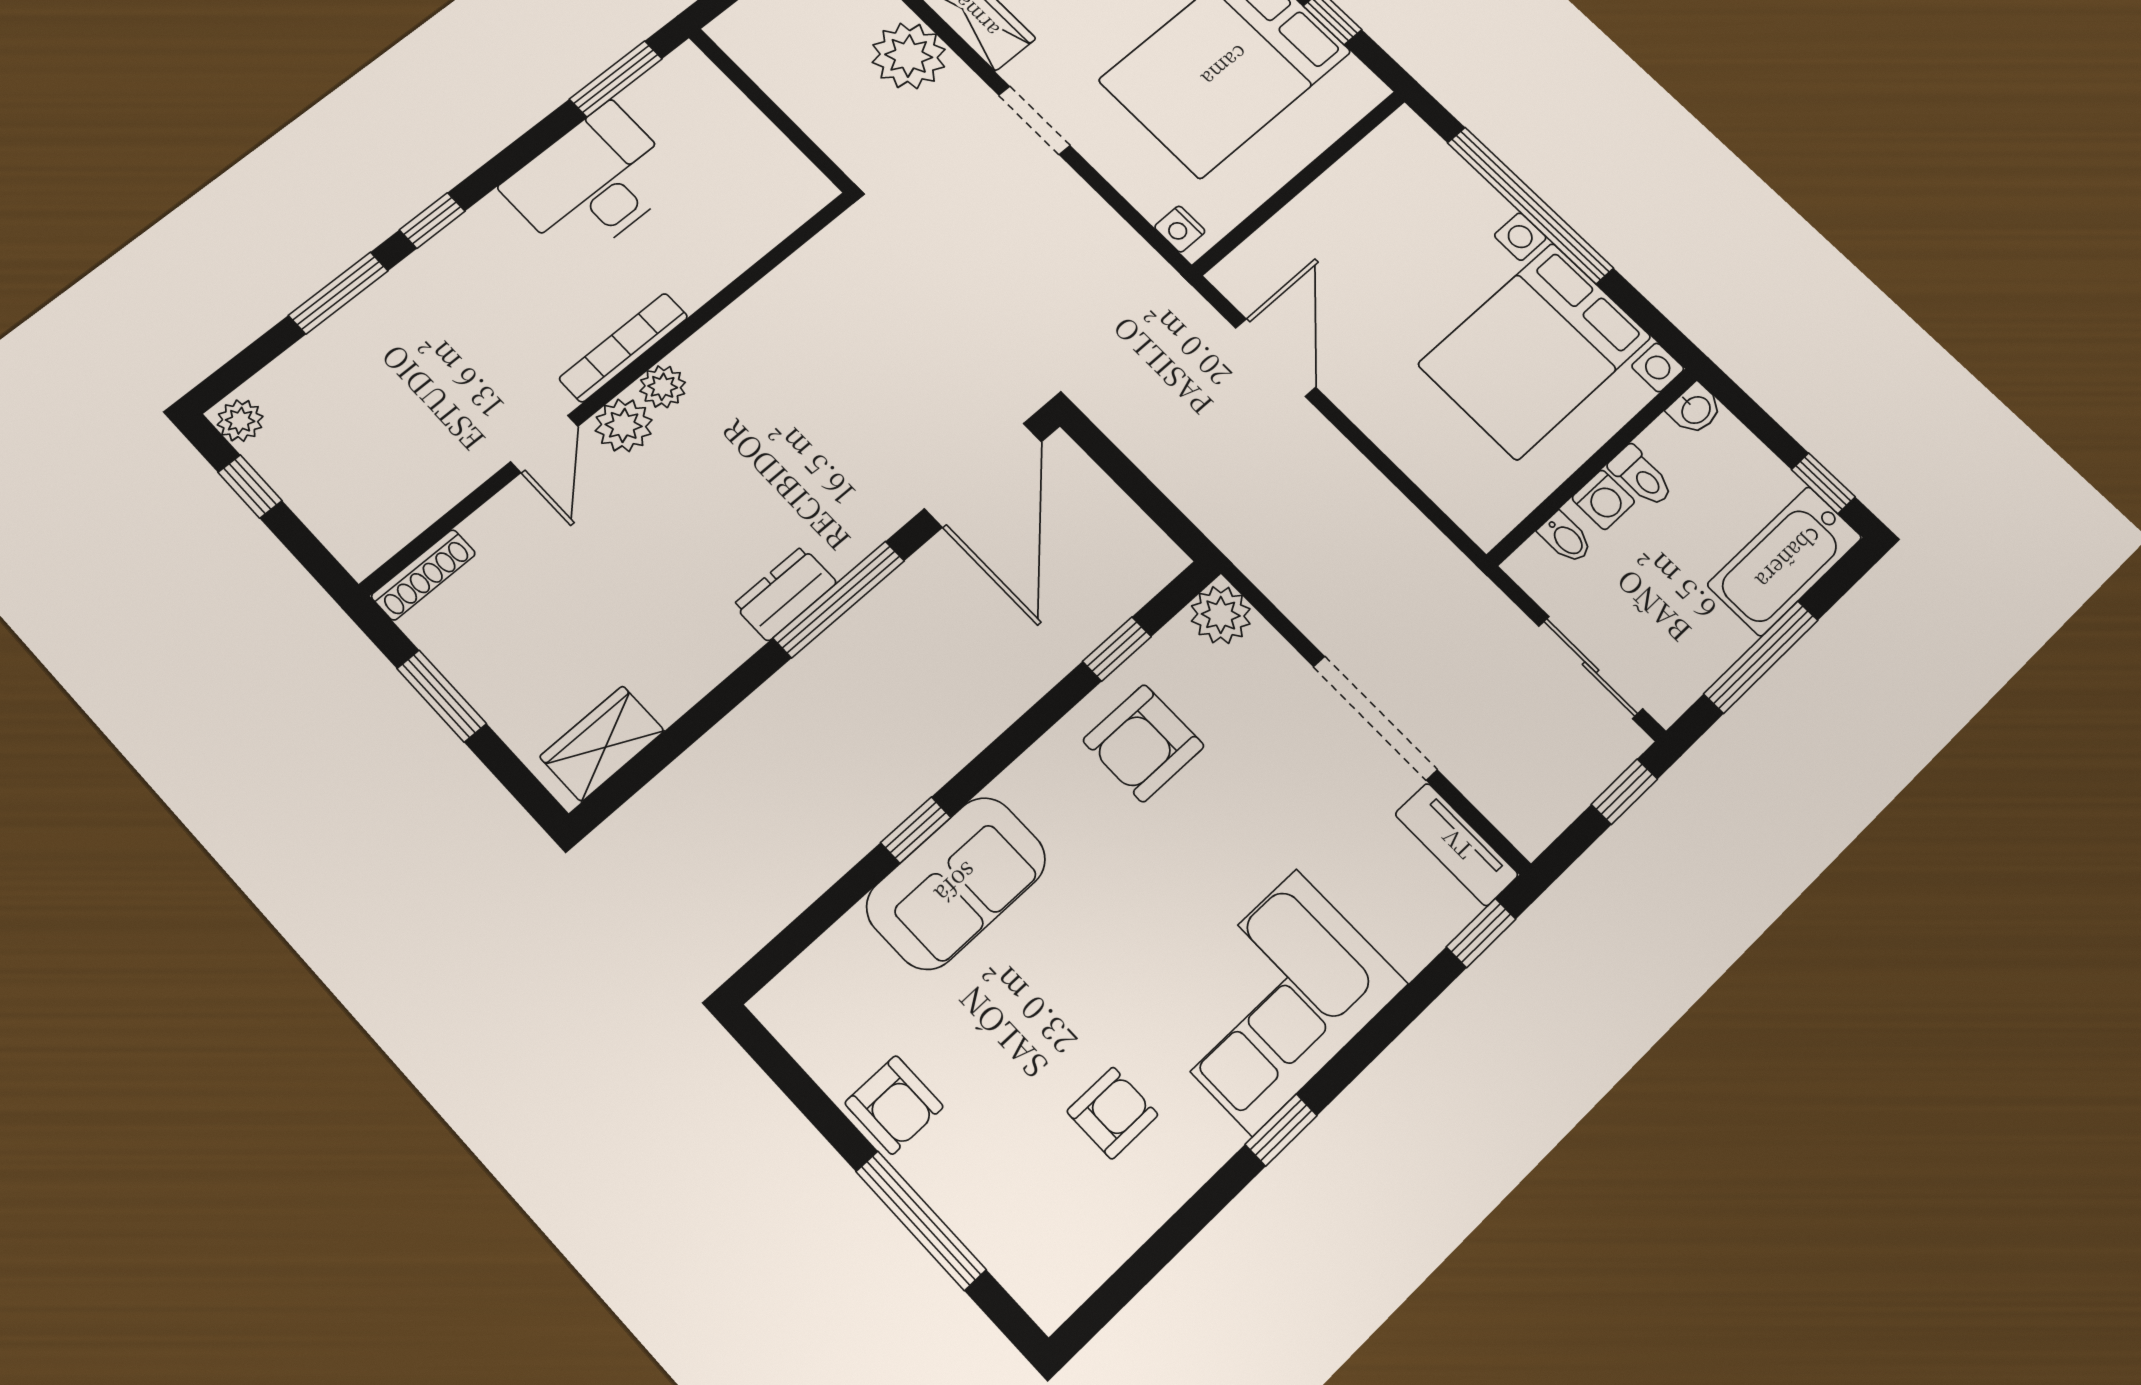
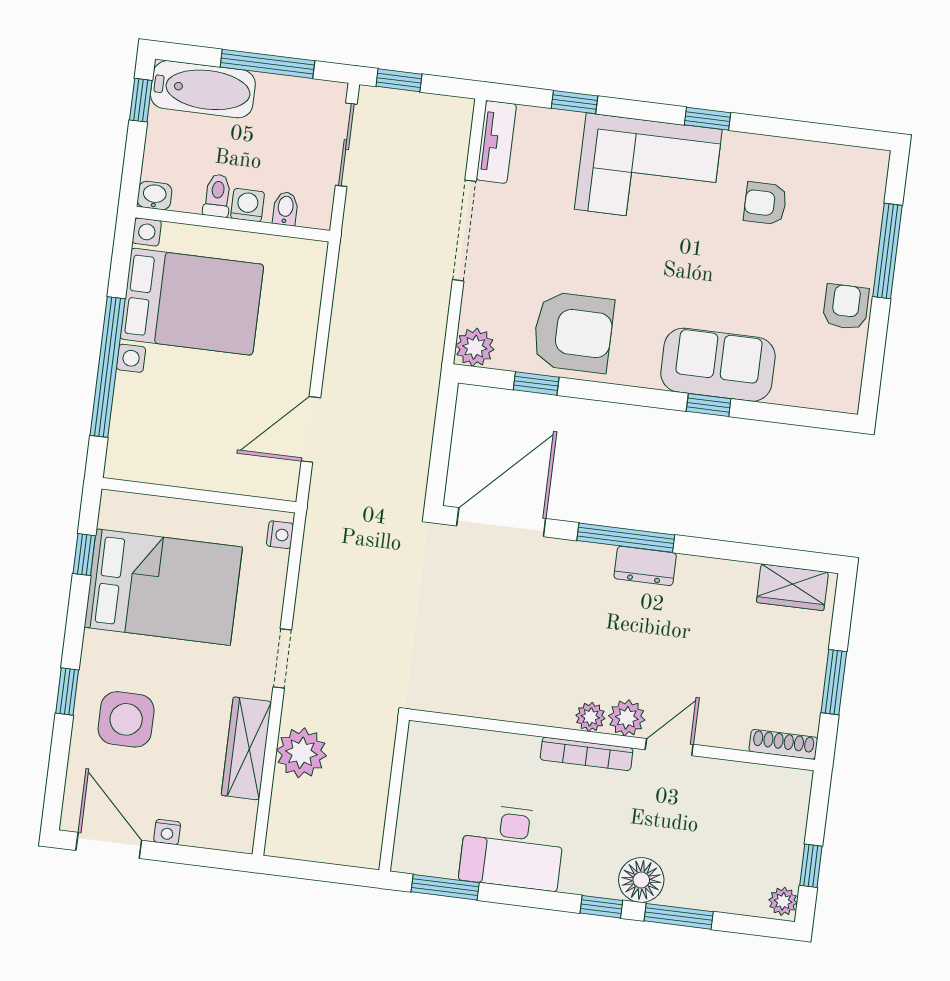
floor lamp: (420, 287) -> (641, 880), added
armchair: (1144, 743) -> (573, 332), width x1.36, depth x1.36
window: (1481, 933) -> (575, 102), moved

